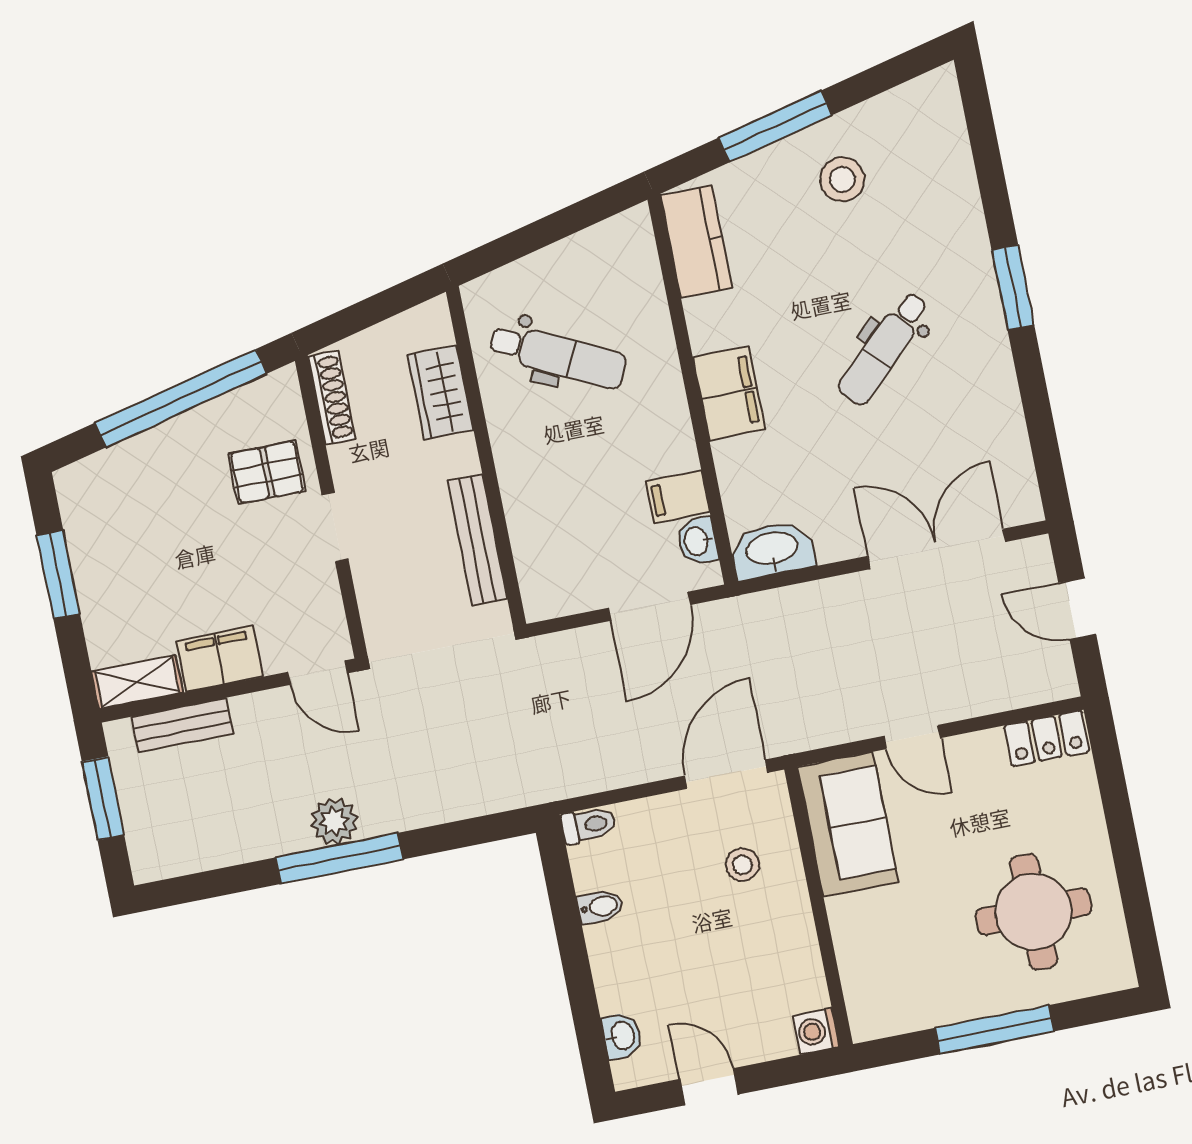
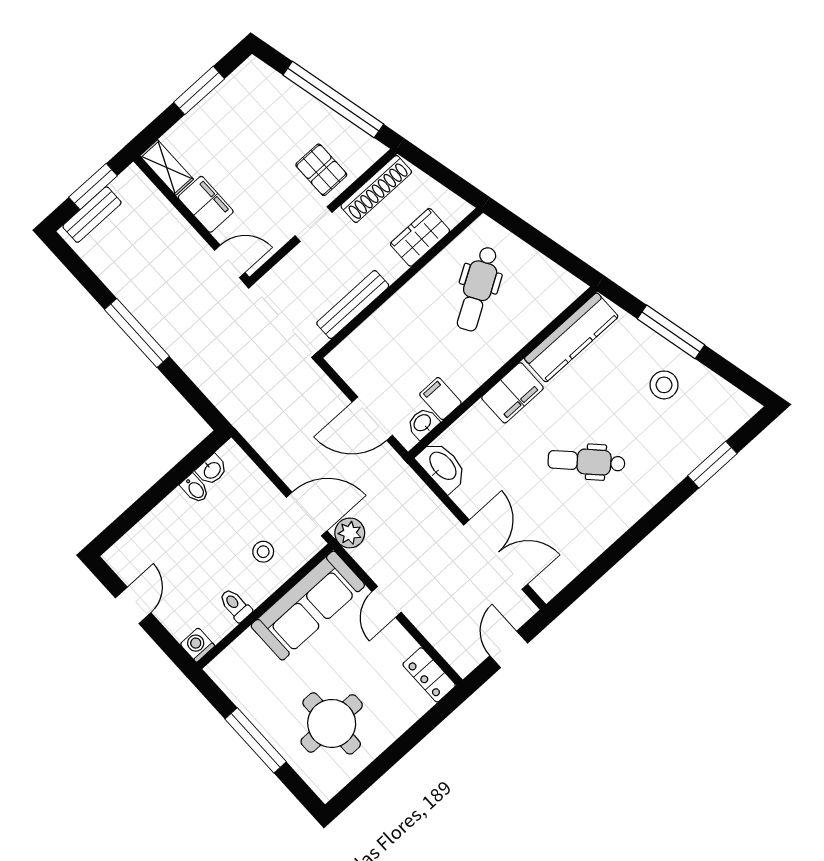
kitchen counter: (696, 242) -> (571, 337), width x1.50
window: (1013, 287) -> (712, 465), moved
dental chair: (558, 356) -> (478, 289), turned 33
shoe rack: (332, 398) -> (376, 189), width x1.36, depth x1.24
door: (318, 673) -> (230, 261), swing flipped
bench: (182, 725) -> (92, 215), moved, turned 90
plant: (334, 821) -> (350, 533), moved
sofa: (848, 824) -> (308, 606), width x1.36
toilet: (588, 825) -> (235, 605), moved, turned 180
washbasin: (622, 1036) -> (212, 470), moved

